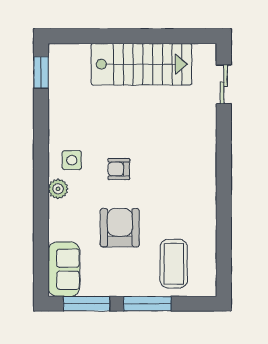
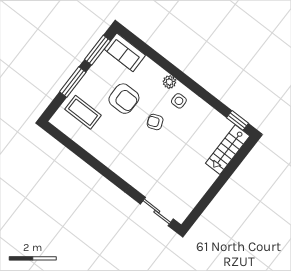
stairs: (141, 64) -> (228, 150), moved, width x0.73, depth x0.66
sliding door: (224, 84) -> (157, 212), width x1.37
armchair: (119, 169) -> (155, 122), turned -112

